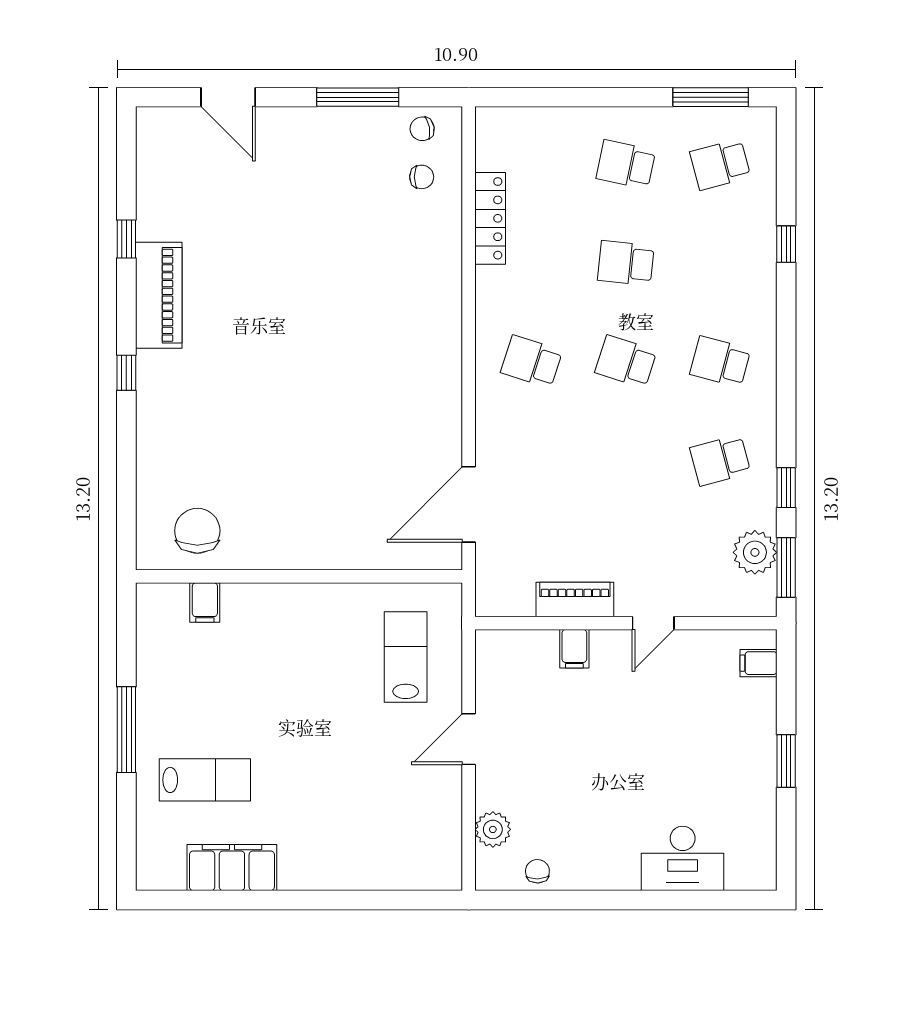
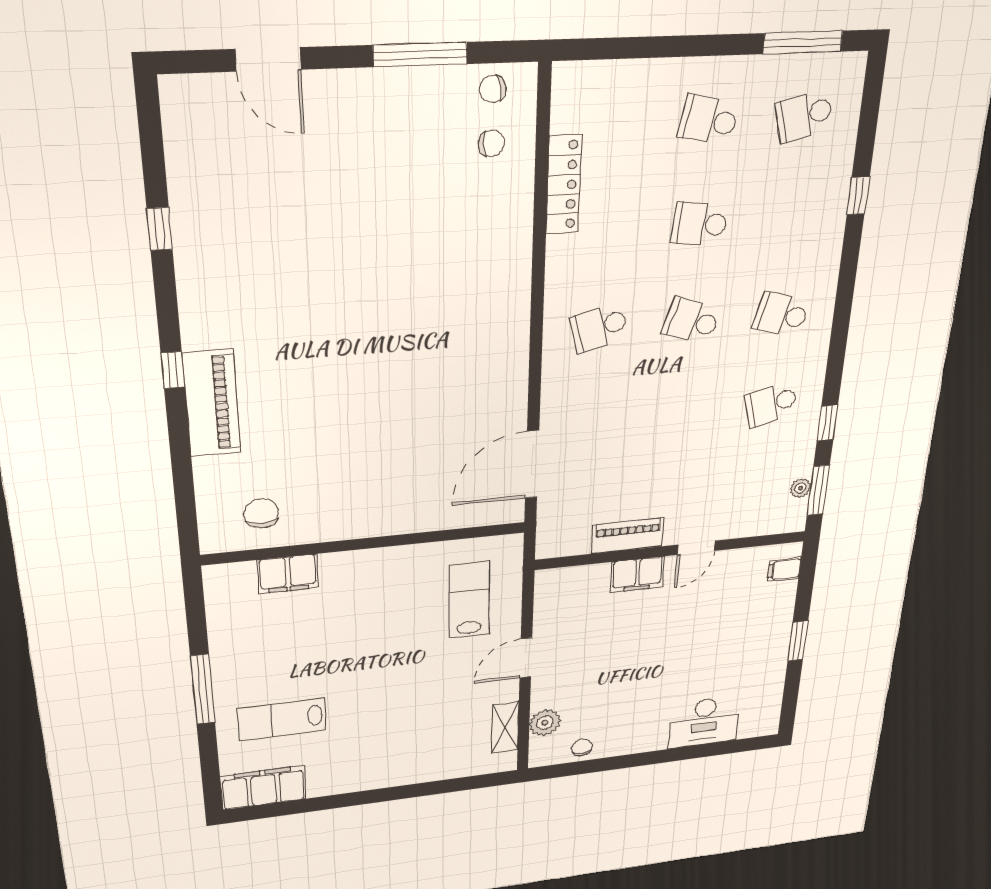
piano: (159, 295) -> (212, 403), moved
school desk: (531, 362) -> (599, 328), turned -33
chair: (197, 531) -> (261, 514), width x0.73, depth x0.73
plant: (755, 552) -> (800, 488), width x0.53, depth x0.53
filing cabinet: (205, 602) -> (288, 574), width x2.00
filing cabinet: (574, 649) -> (637, 575), width x2.00
lab bench: (205, 780) -> (282, 719), turned 180
shelving: (448, 829) -> (505, 727), added
filing cabinet: (232, 868) -> (263, 788), moved

